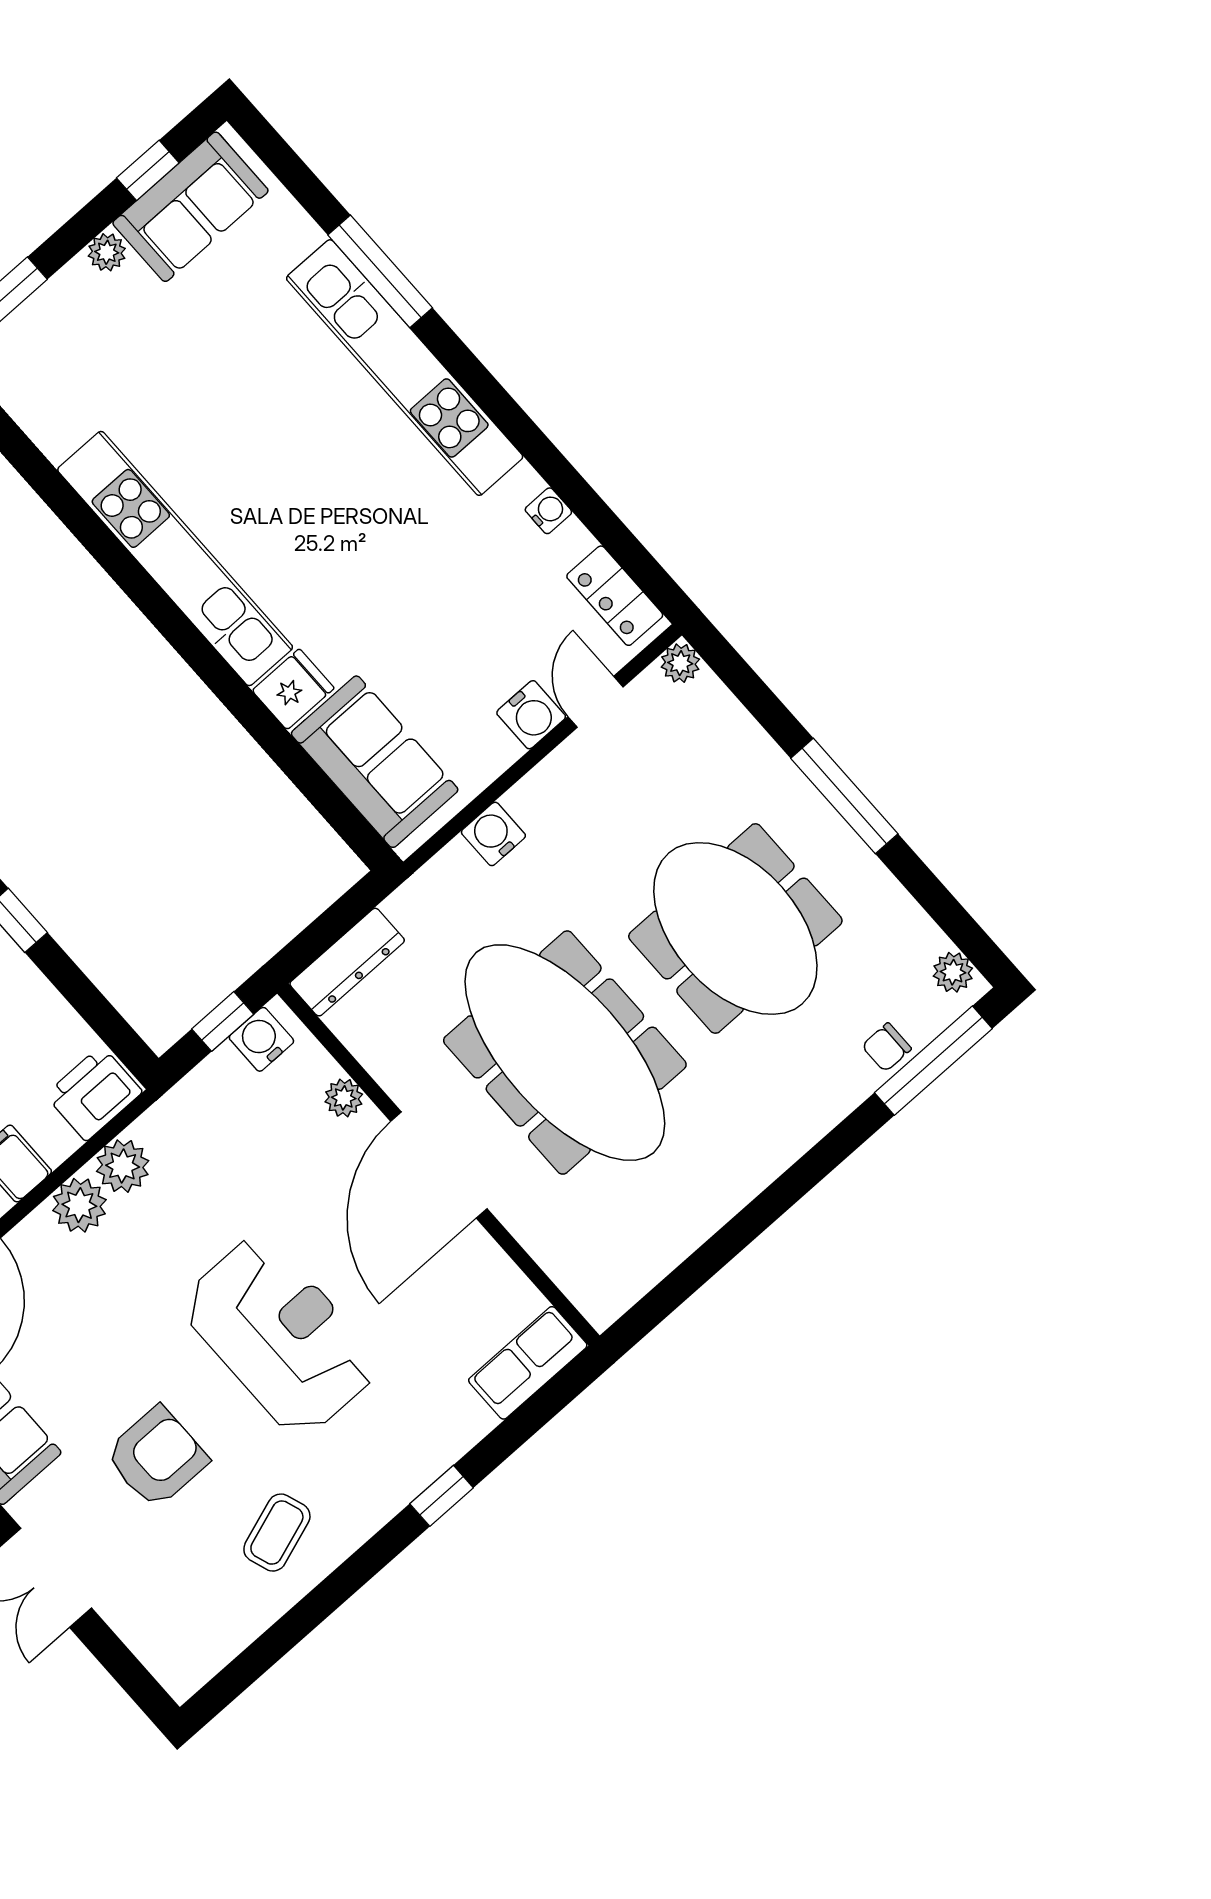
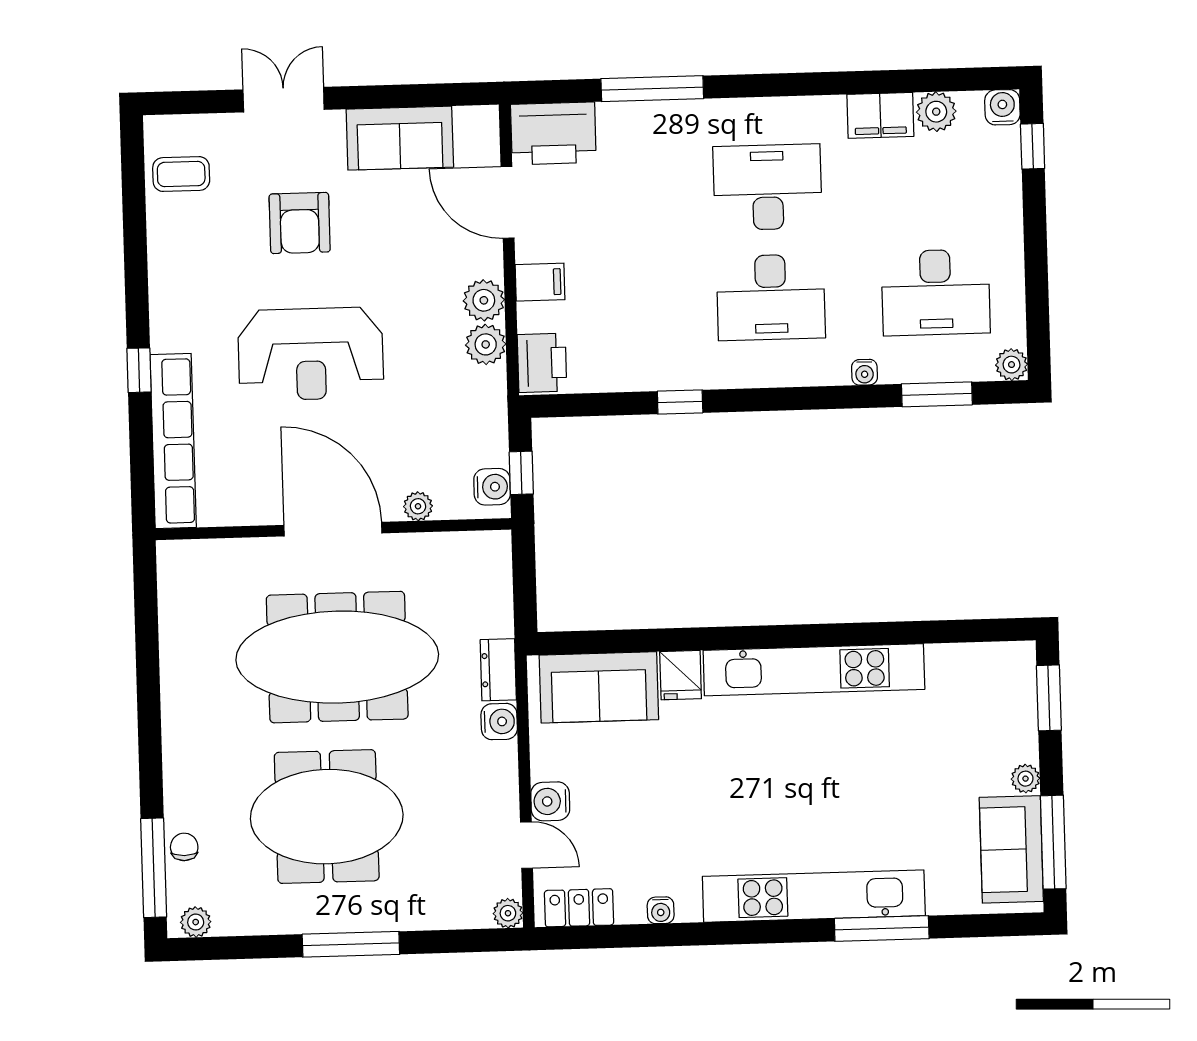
window: (148, 170) -> (1053, 842), width x2.17
dresser: (347, 962) -> (498, 670), moved, width x0.70
row of seats: (528, 1363) -> (173, 441), width x2.02
coffee table: (277, 1533) -> (181, 174), moved, turned -71

